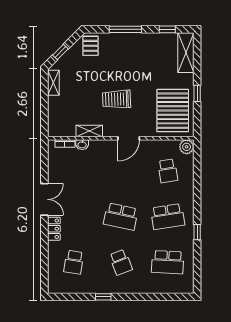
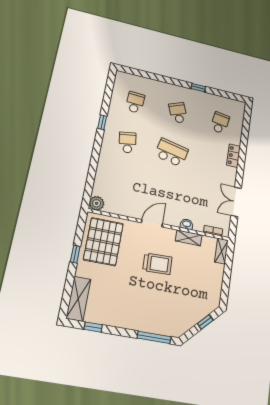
window: (125, 29) -> (154, 337), moved
pallet: (90, 46) -> (175, 323), removed
shelving: (53, 83) -> (221, 251), moved
washbasin: (82, 145) -> (187, 224), moved
school desk: (168, 171) -> (120, 184), removed
double door: (44, 199) -> (236, 202), moved
school desk: (168, 217) -> (128, 142), width x0.54
school desk: (168, 262) -> (135, 102), width x0.54

